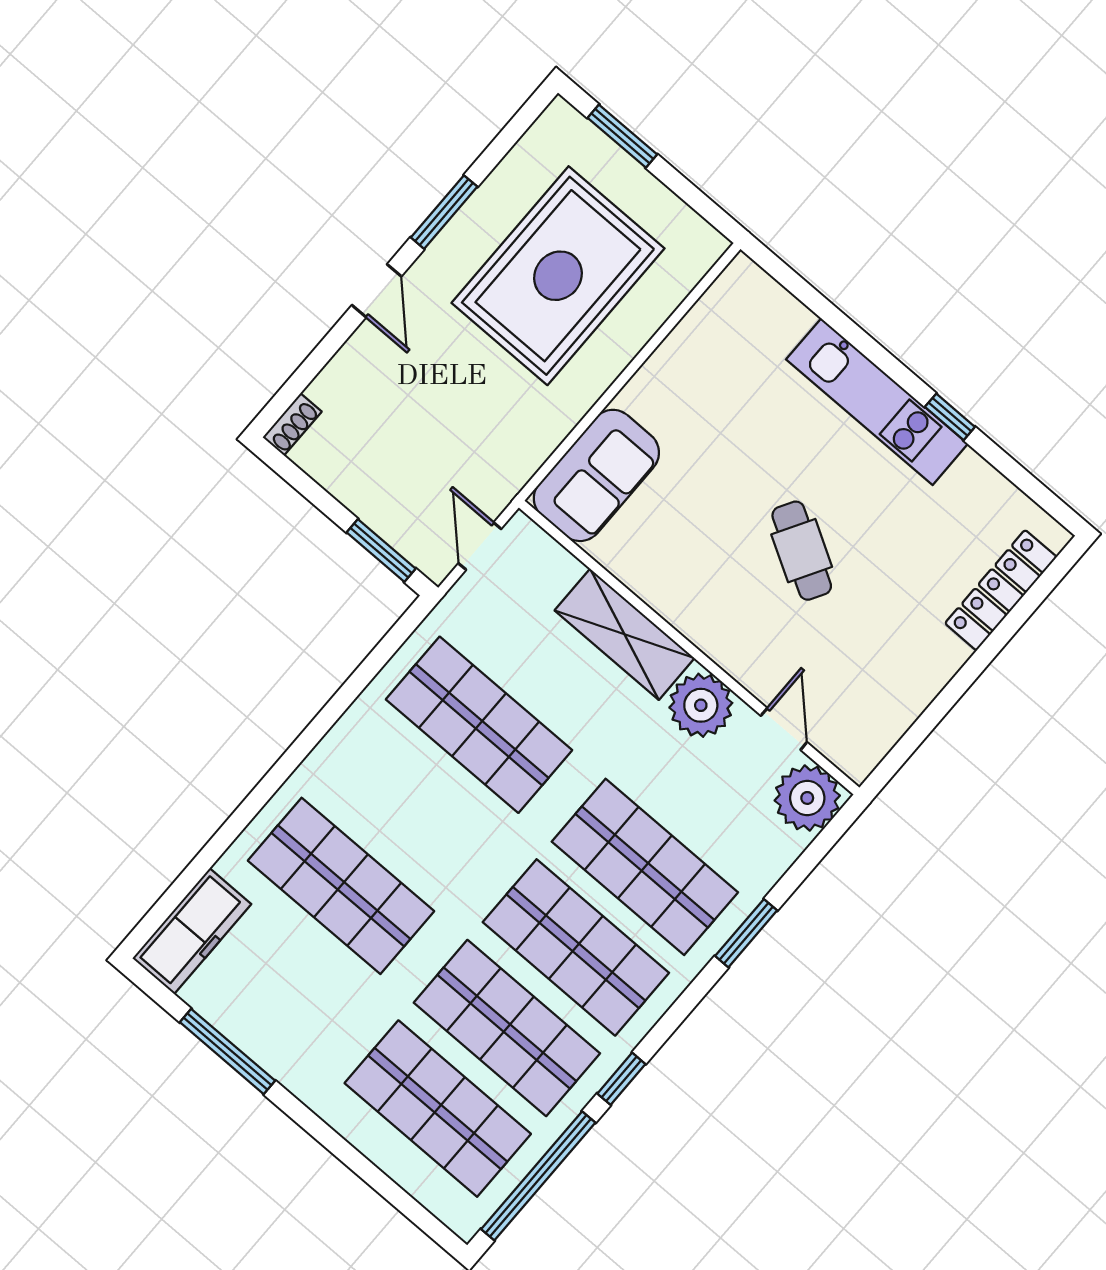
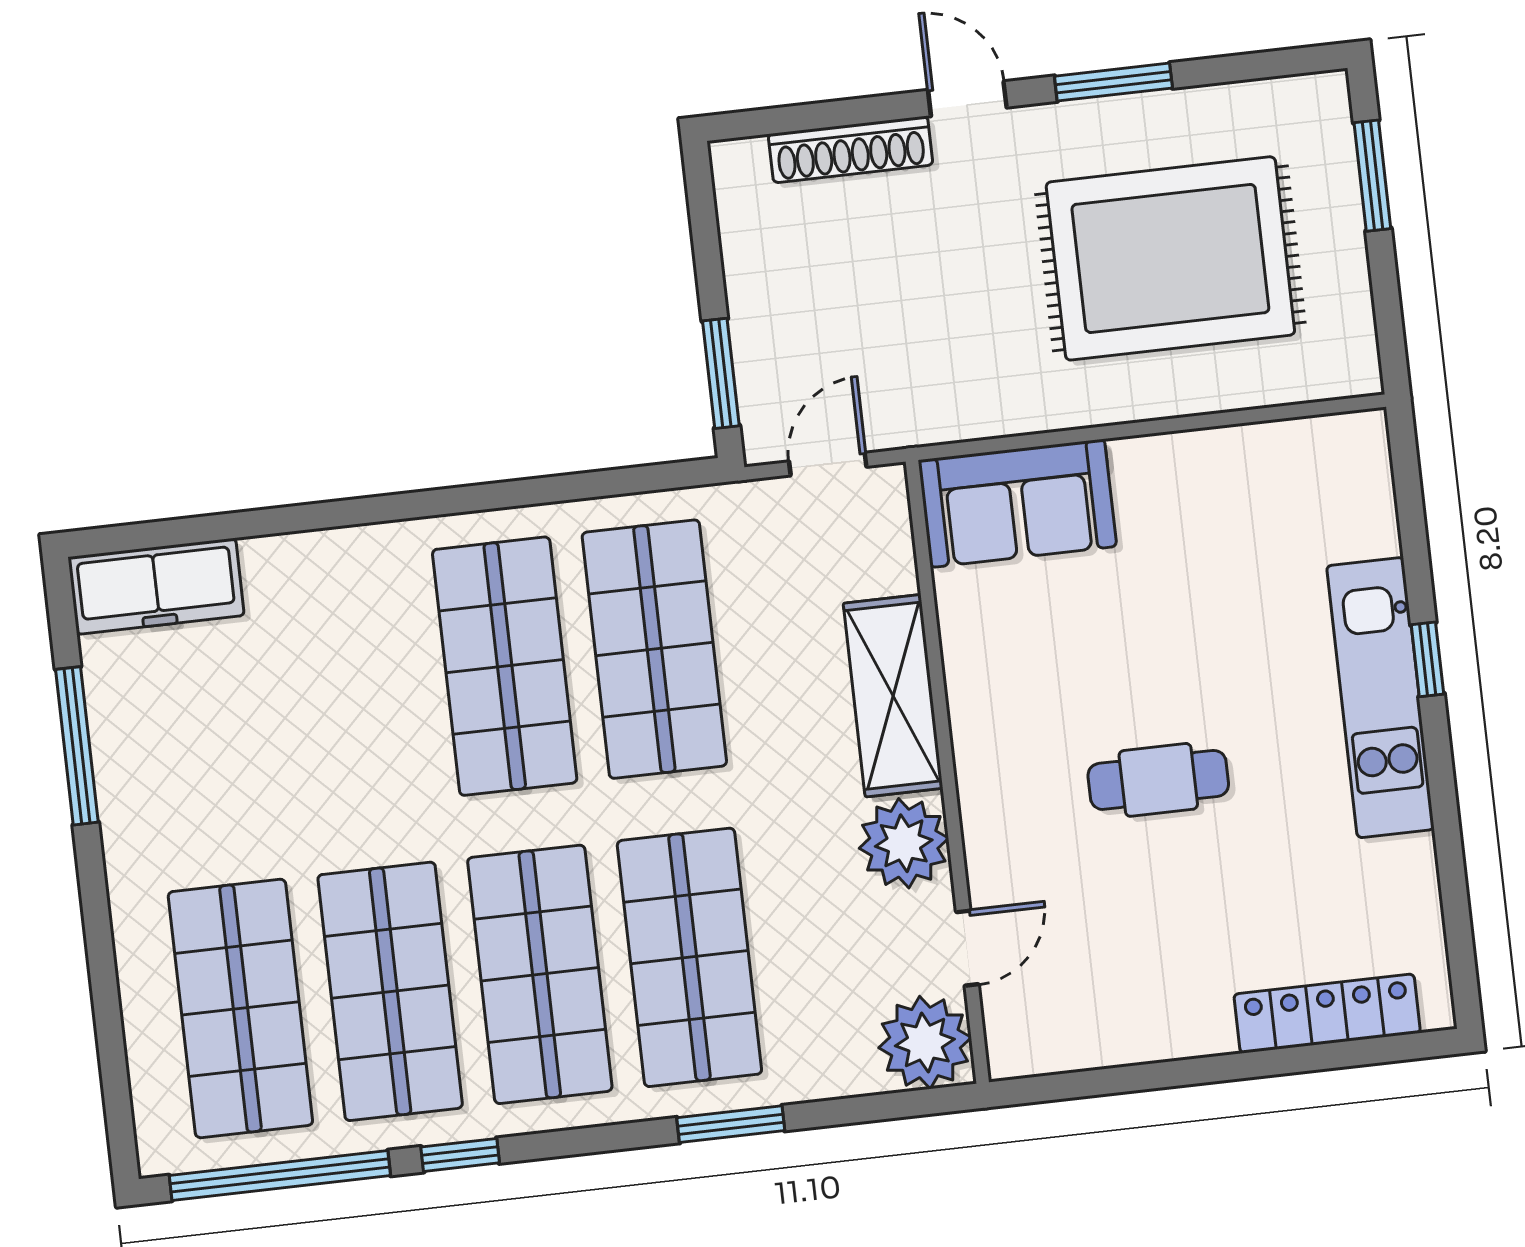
door: (377, 291) -> (967, 99), swing flipped
window: (950, 417) -> (1427, 659), moved
shoe rack: (292, 424) -> (850, 149), moved, width x1.94, depth x1.24
cafe table: (802, 551) -> (1158, 780), turned 60
shop shelf: (341, 886) -> (505, 666), moved

